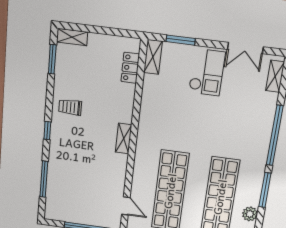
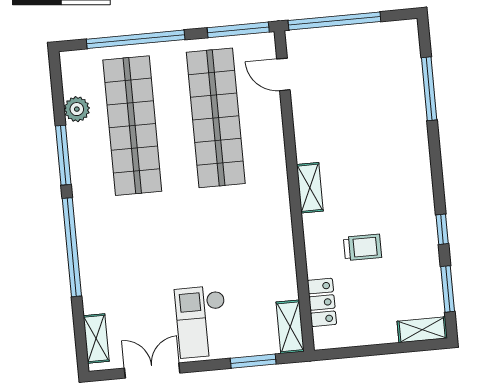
trolley: (70, 107) -> (363, 247), moved
window: (47, 130) -> (442, 229), moved

